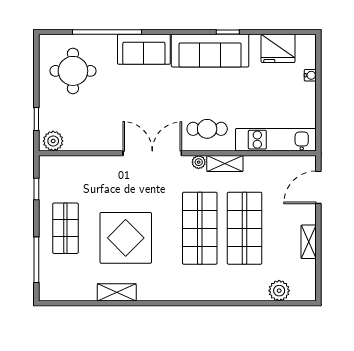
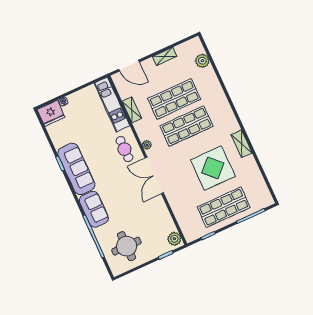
fridge: (278, 48) -> (51, 113), moved, turned 90
shelving: (225, 163) -> (132, 110), moved
shop shelf: (65, 228) -> (224, 207), width x1.43, depth x1.36
shelving: (117, 292) -> (242, 144), moved

